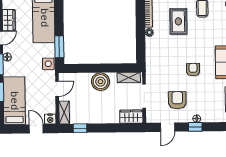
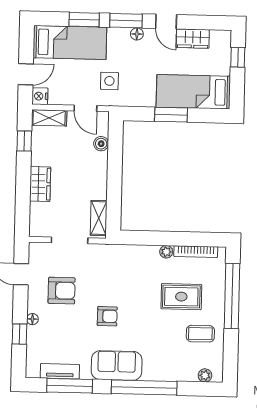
window: (59, 47) -> (171, 115), moved
side table: (48, 64) -> (109, 81), moved
boiler: (100, 82) -> (101, 144), moved, width x0.54, depth x0.54
wardrobe: (131, 117) -> (40, 184), moved
window: (195, 127) -> (19, 334), moved

